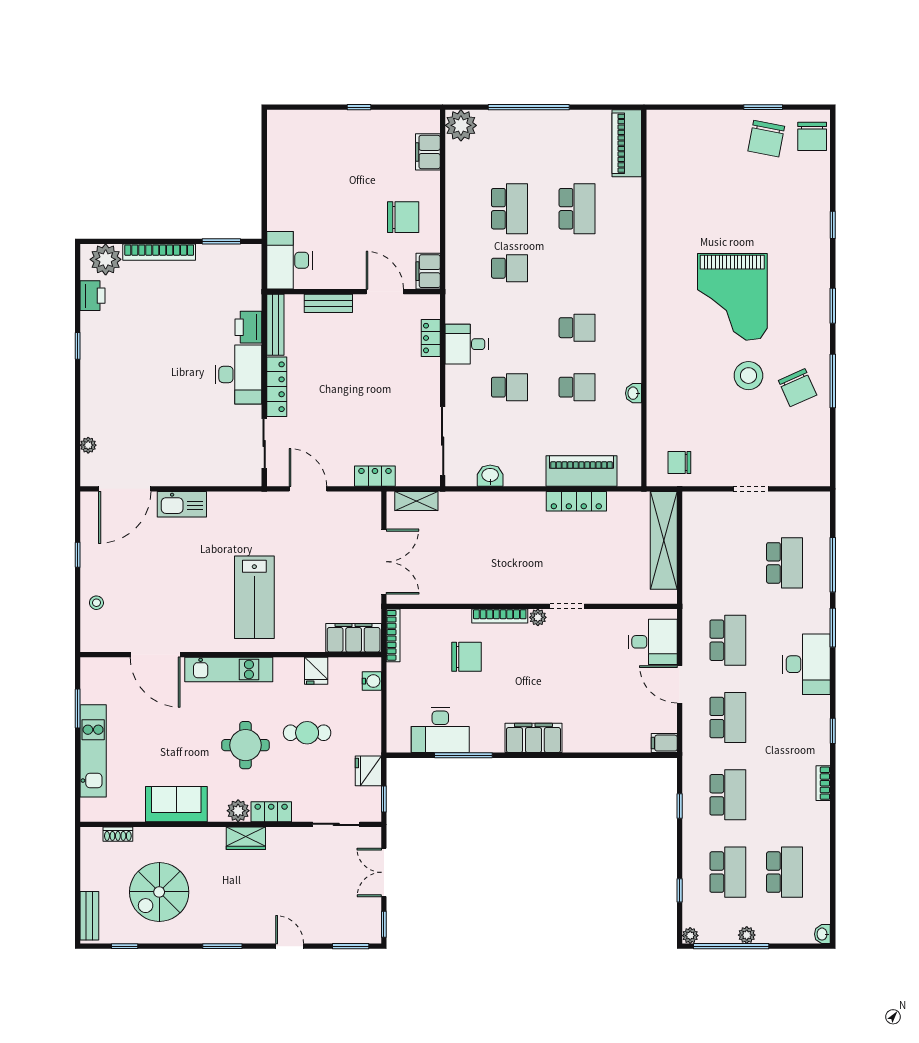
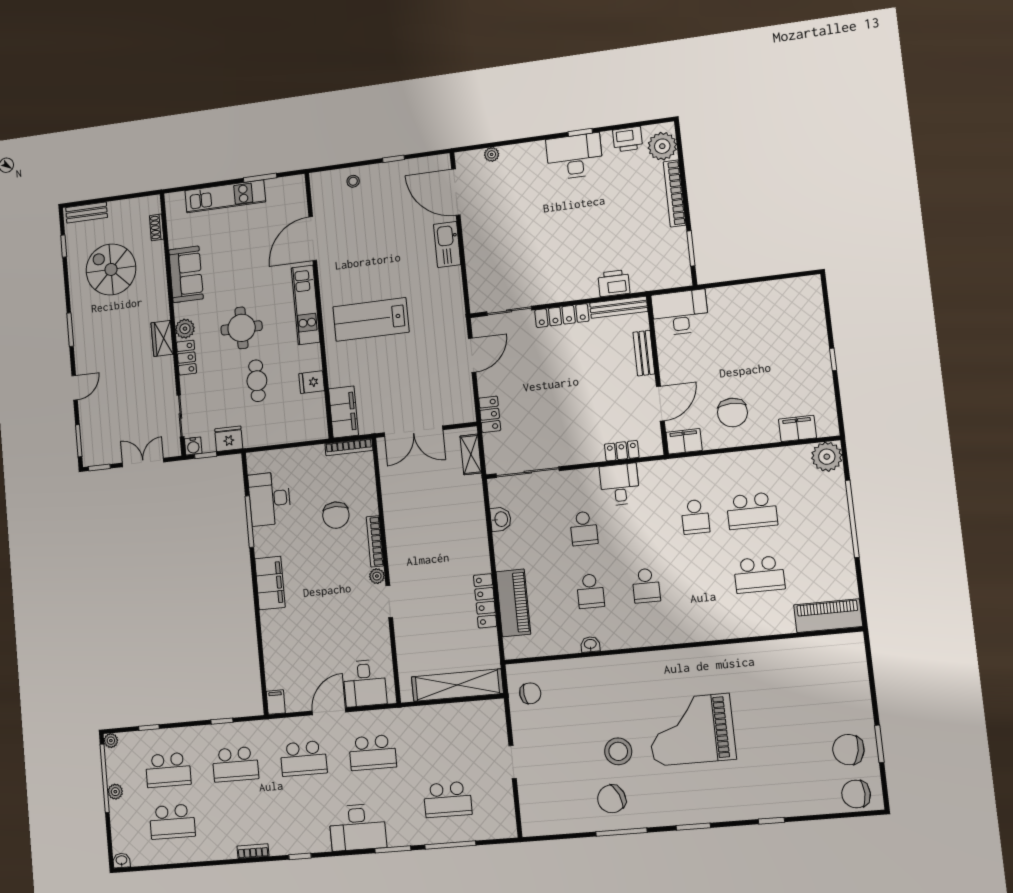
desk: (239, 374) -> (574, 156), moved, turned 180
chair: (679, 463) -> (530, 693), turned 83
water cooler: (372, 681) -> (193, 446), moved

